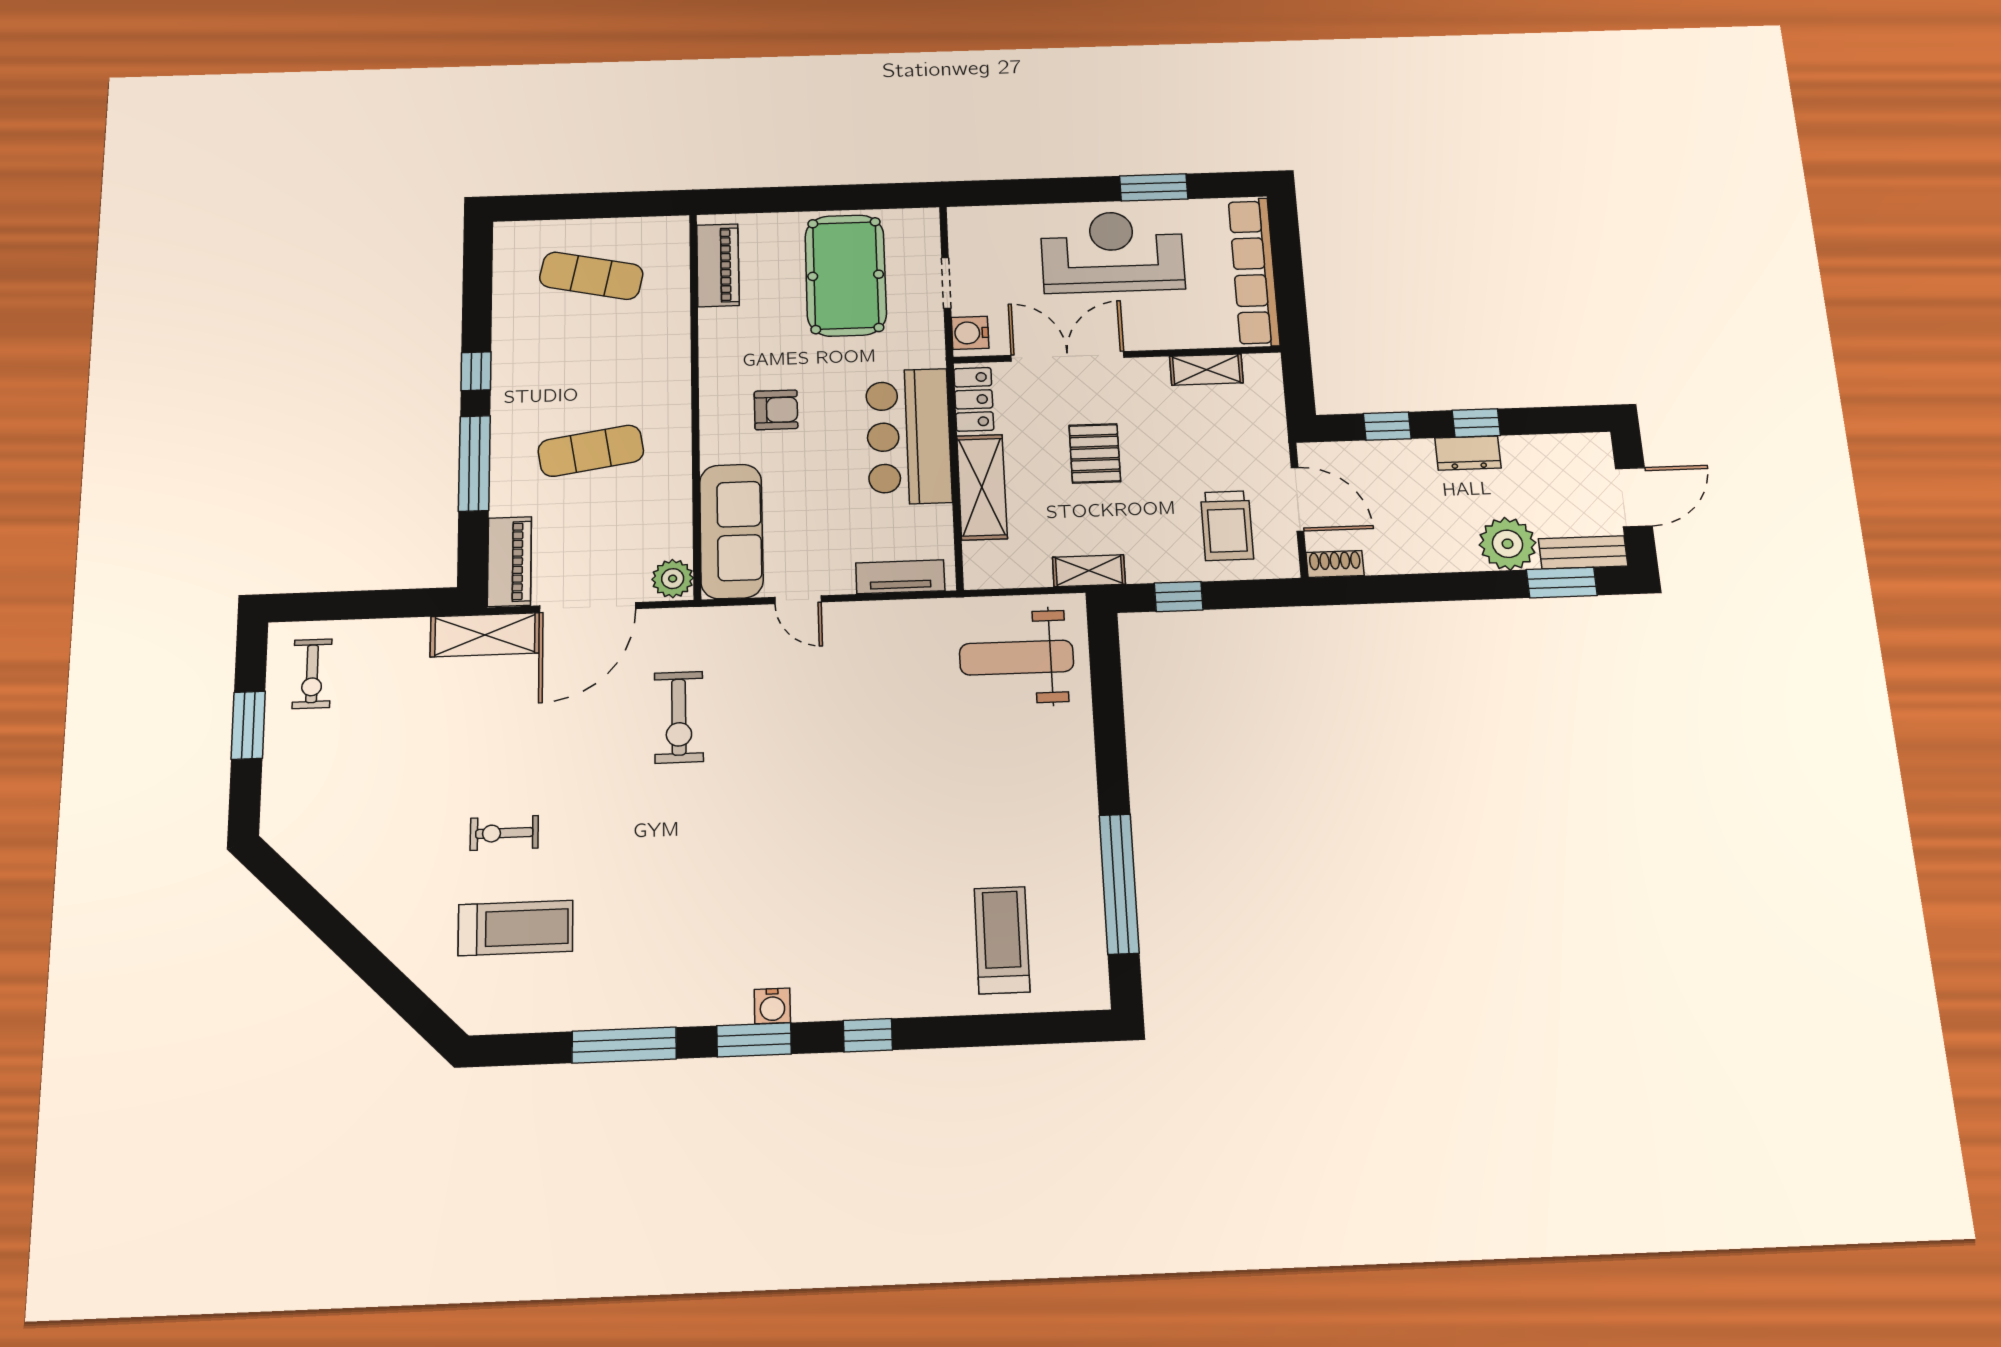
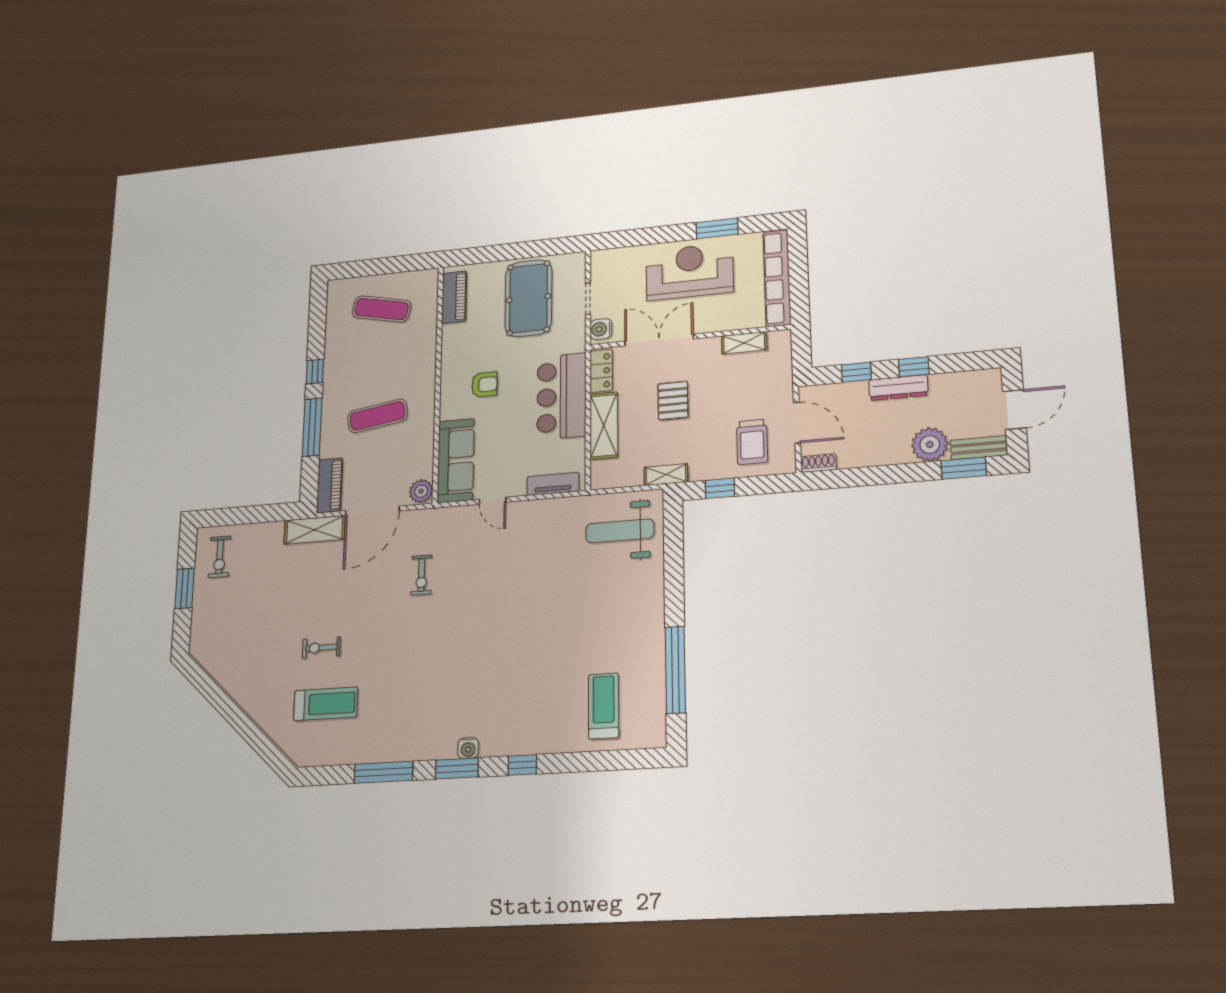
dresser: (1468, 453) -> (898, 388), width x1.44
exercise bike: (679, 717) -> (421, 575), width x0.73, depth x0.72

